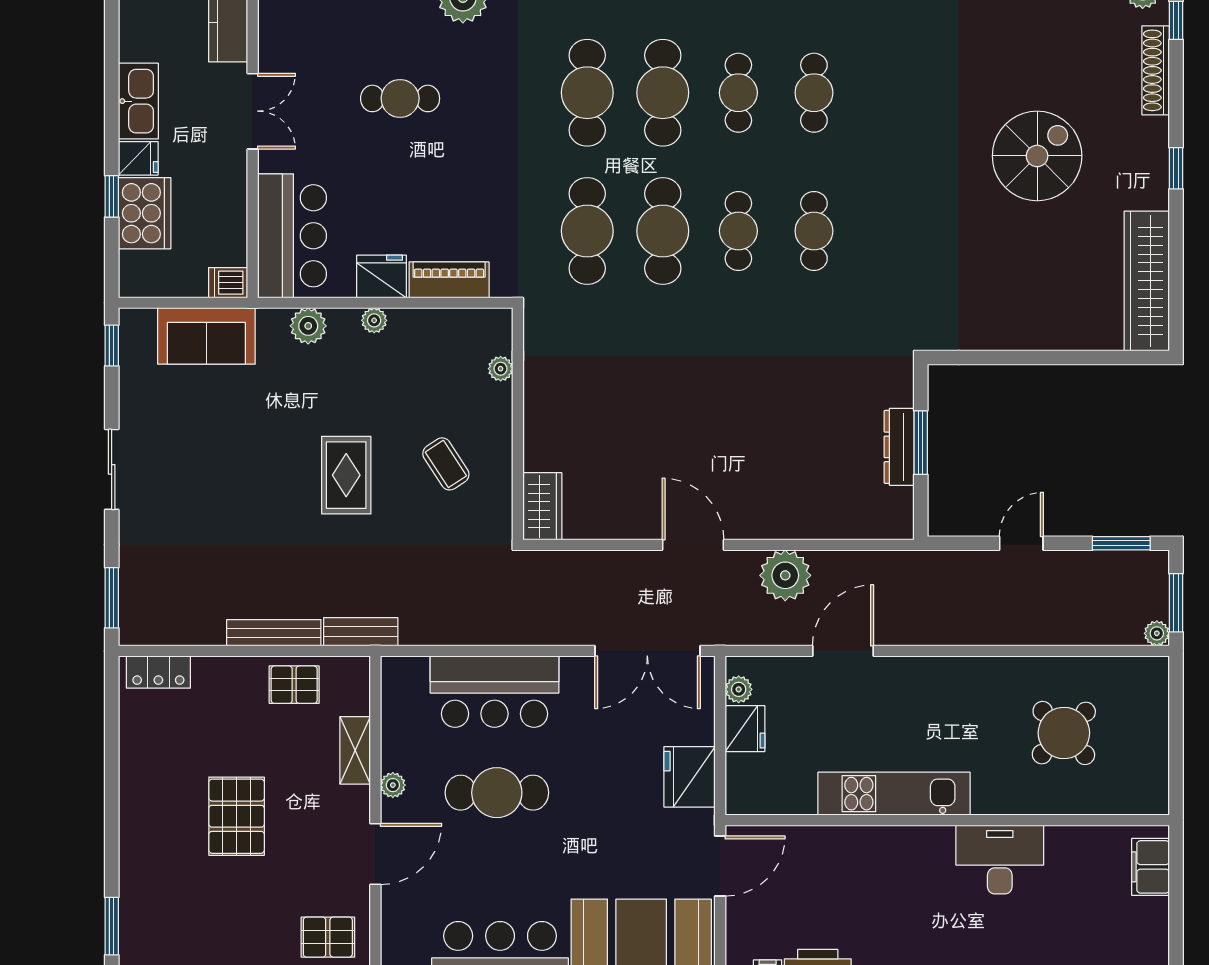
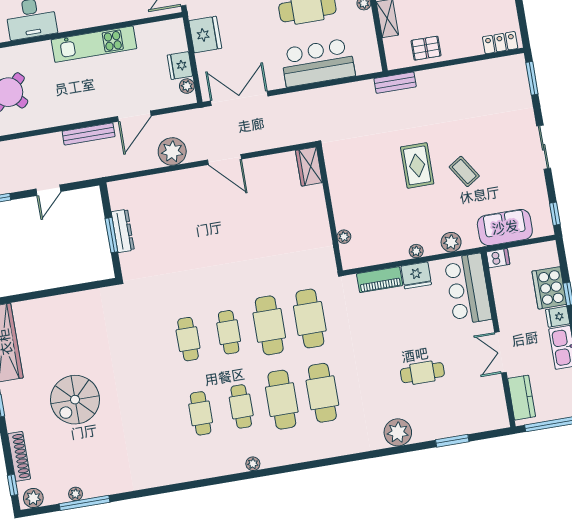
coffee table: (446, 464) -> (464, 171), moved
bench: (274, 633) -> (89, 134), moved

